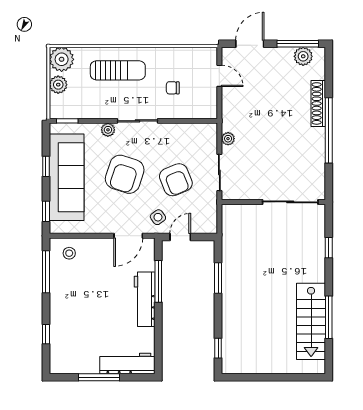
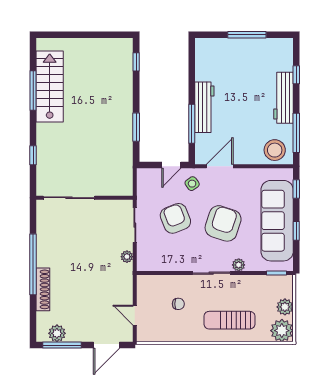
stool: (69, 253) -> (275, 150), width x1.89, depth x1.89
workbench: (127, 363) -> (284, 98), moved, turned 90

